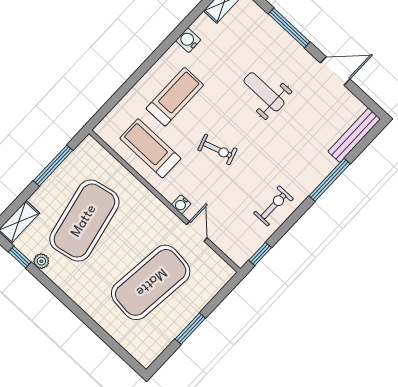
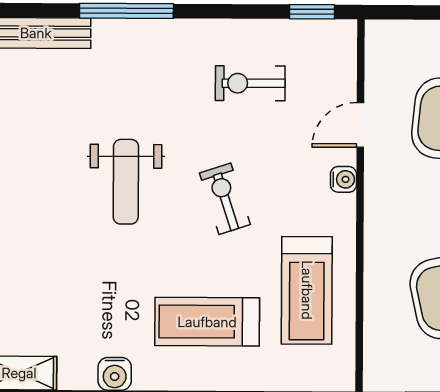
weight bench: (264, 92) -> (126, 182), moved
exercise bike: (274, 206) -> (250, 83), moved

